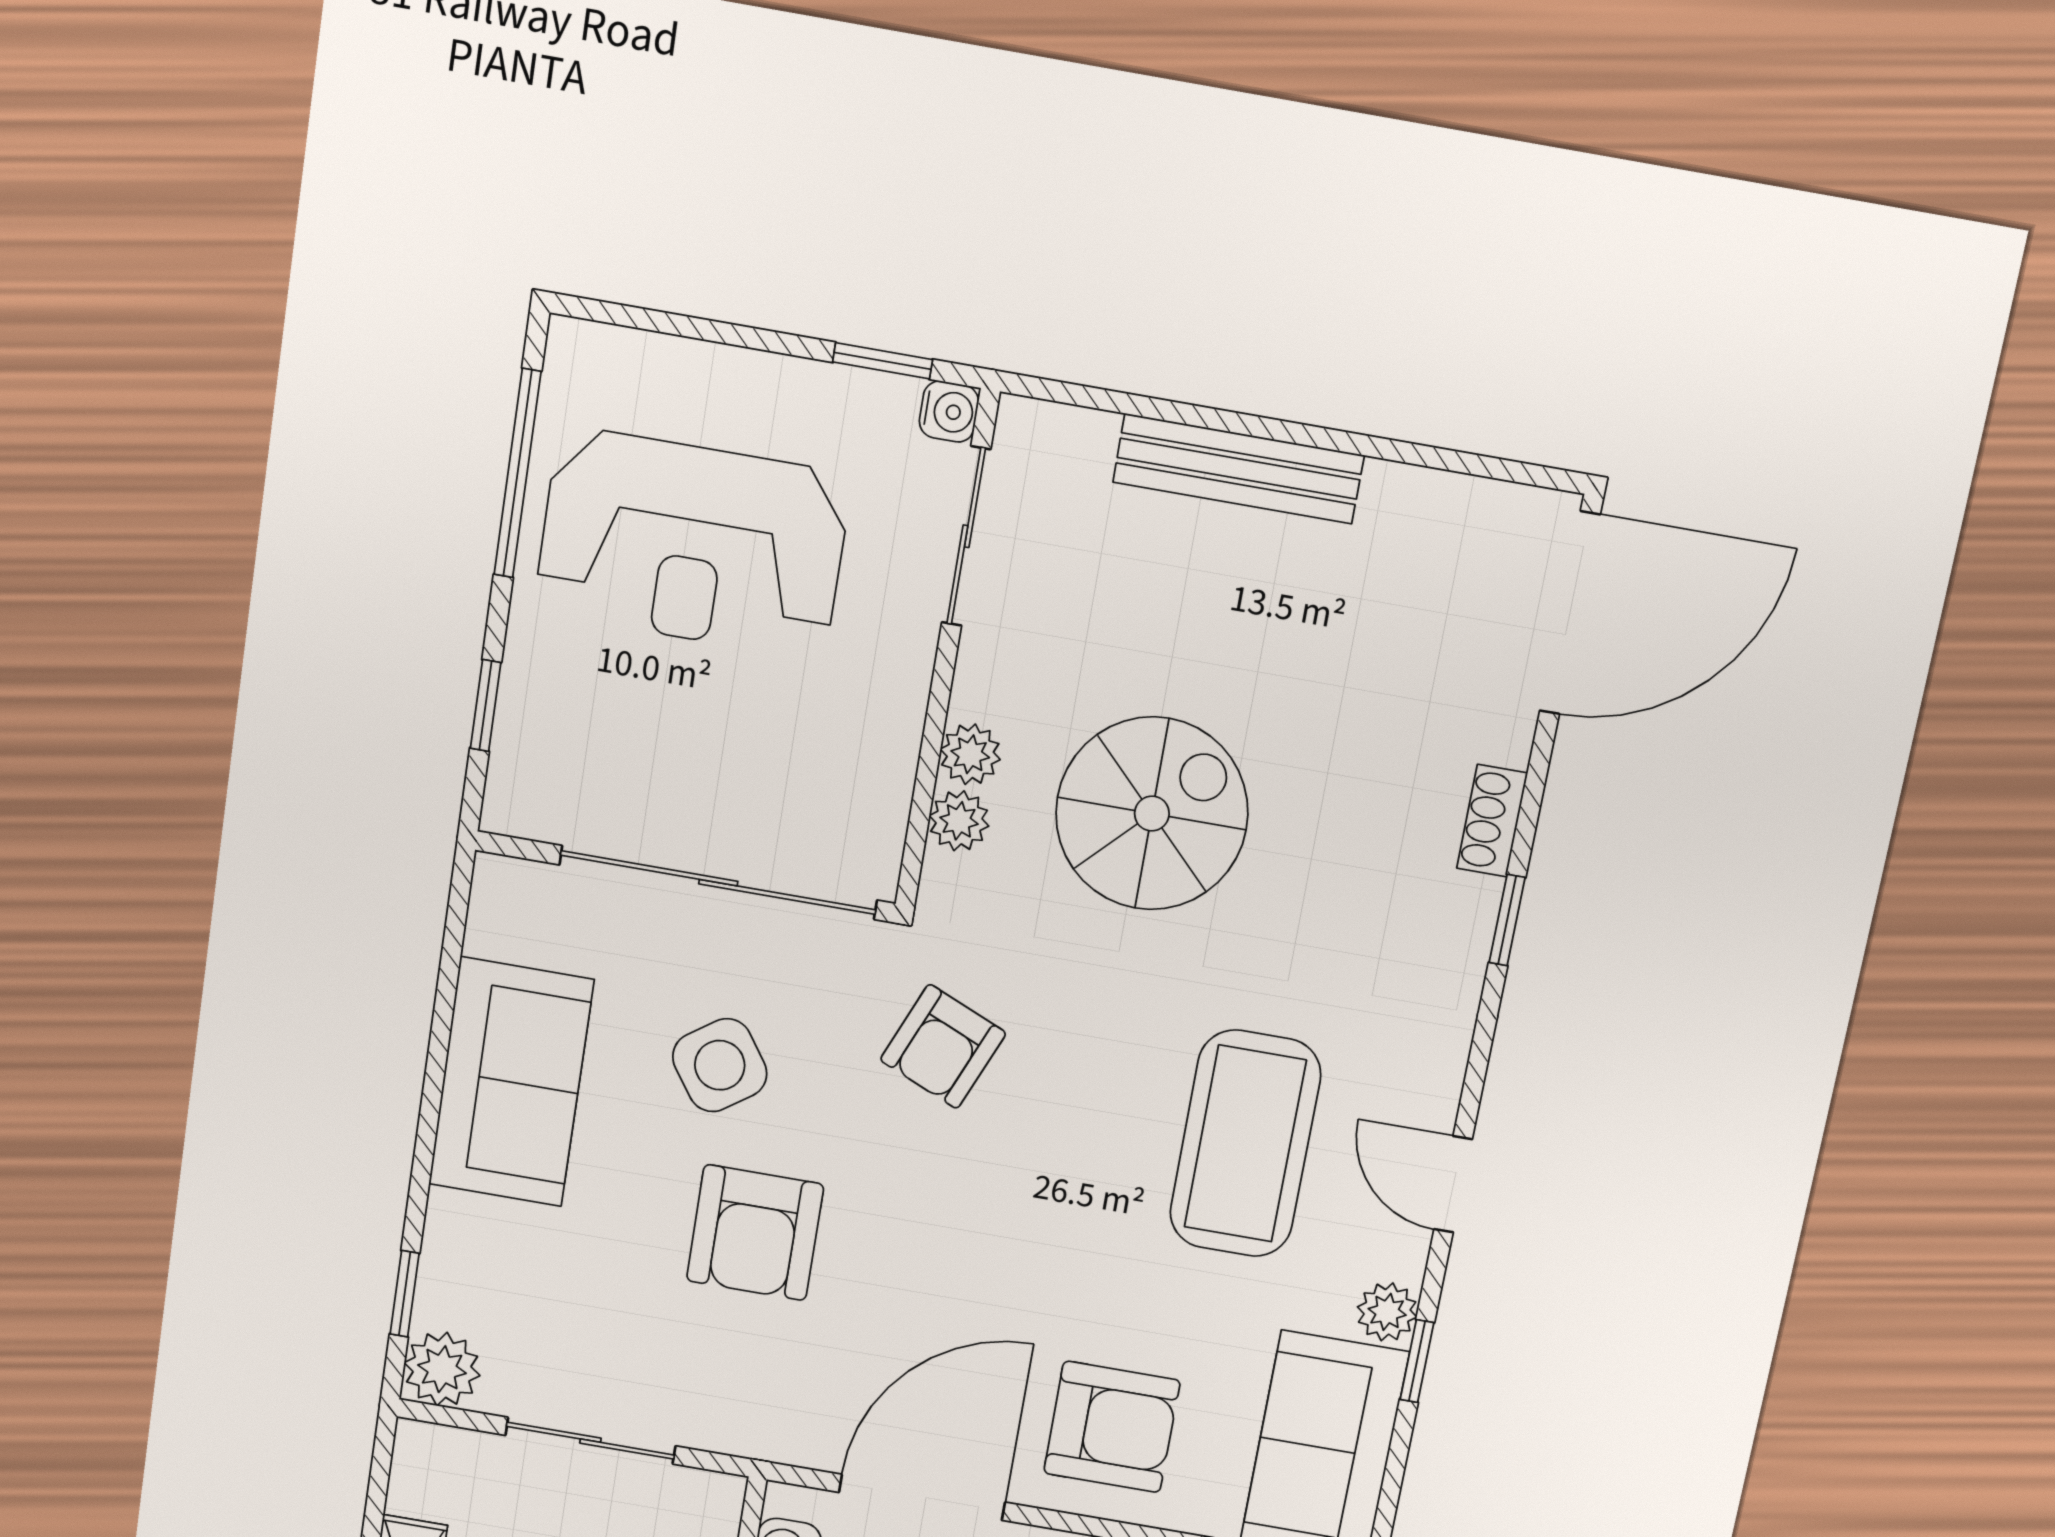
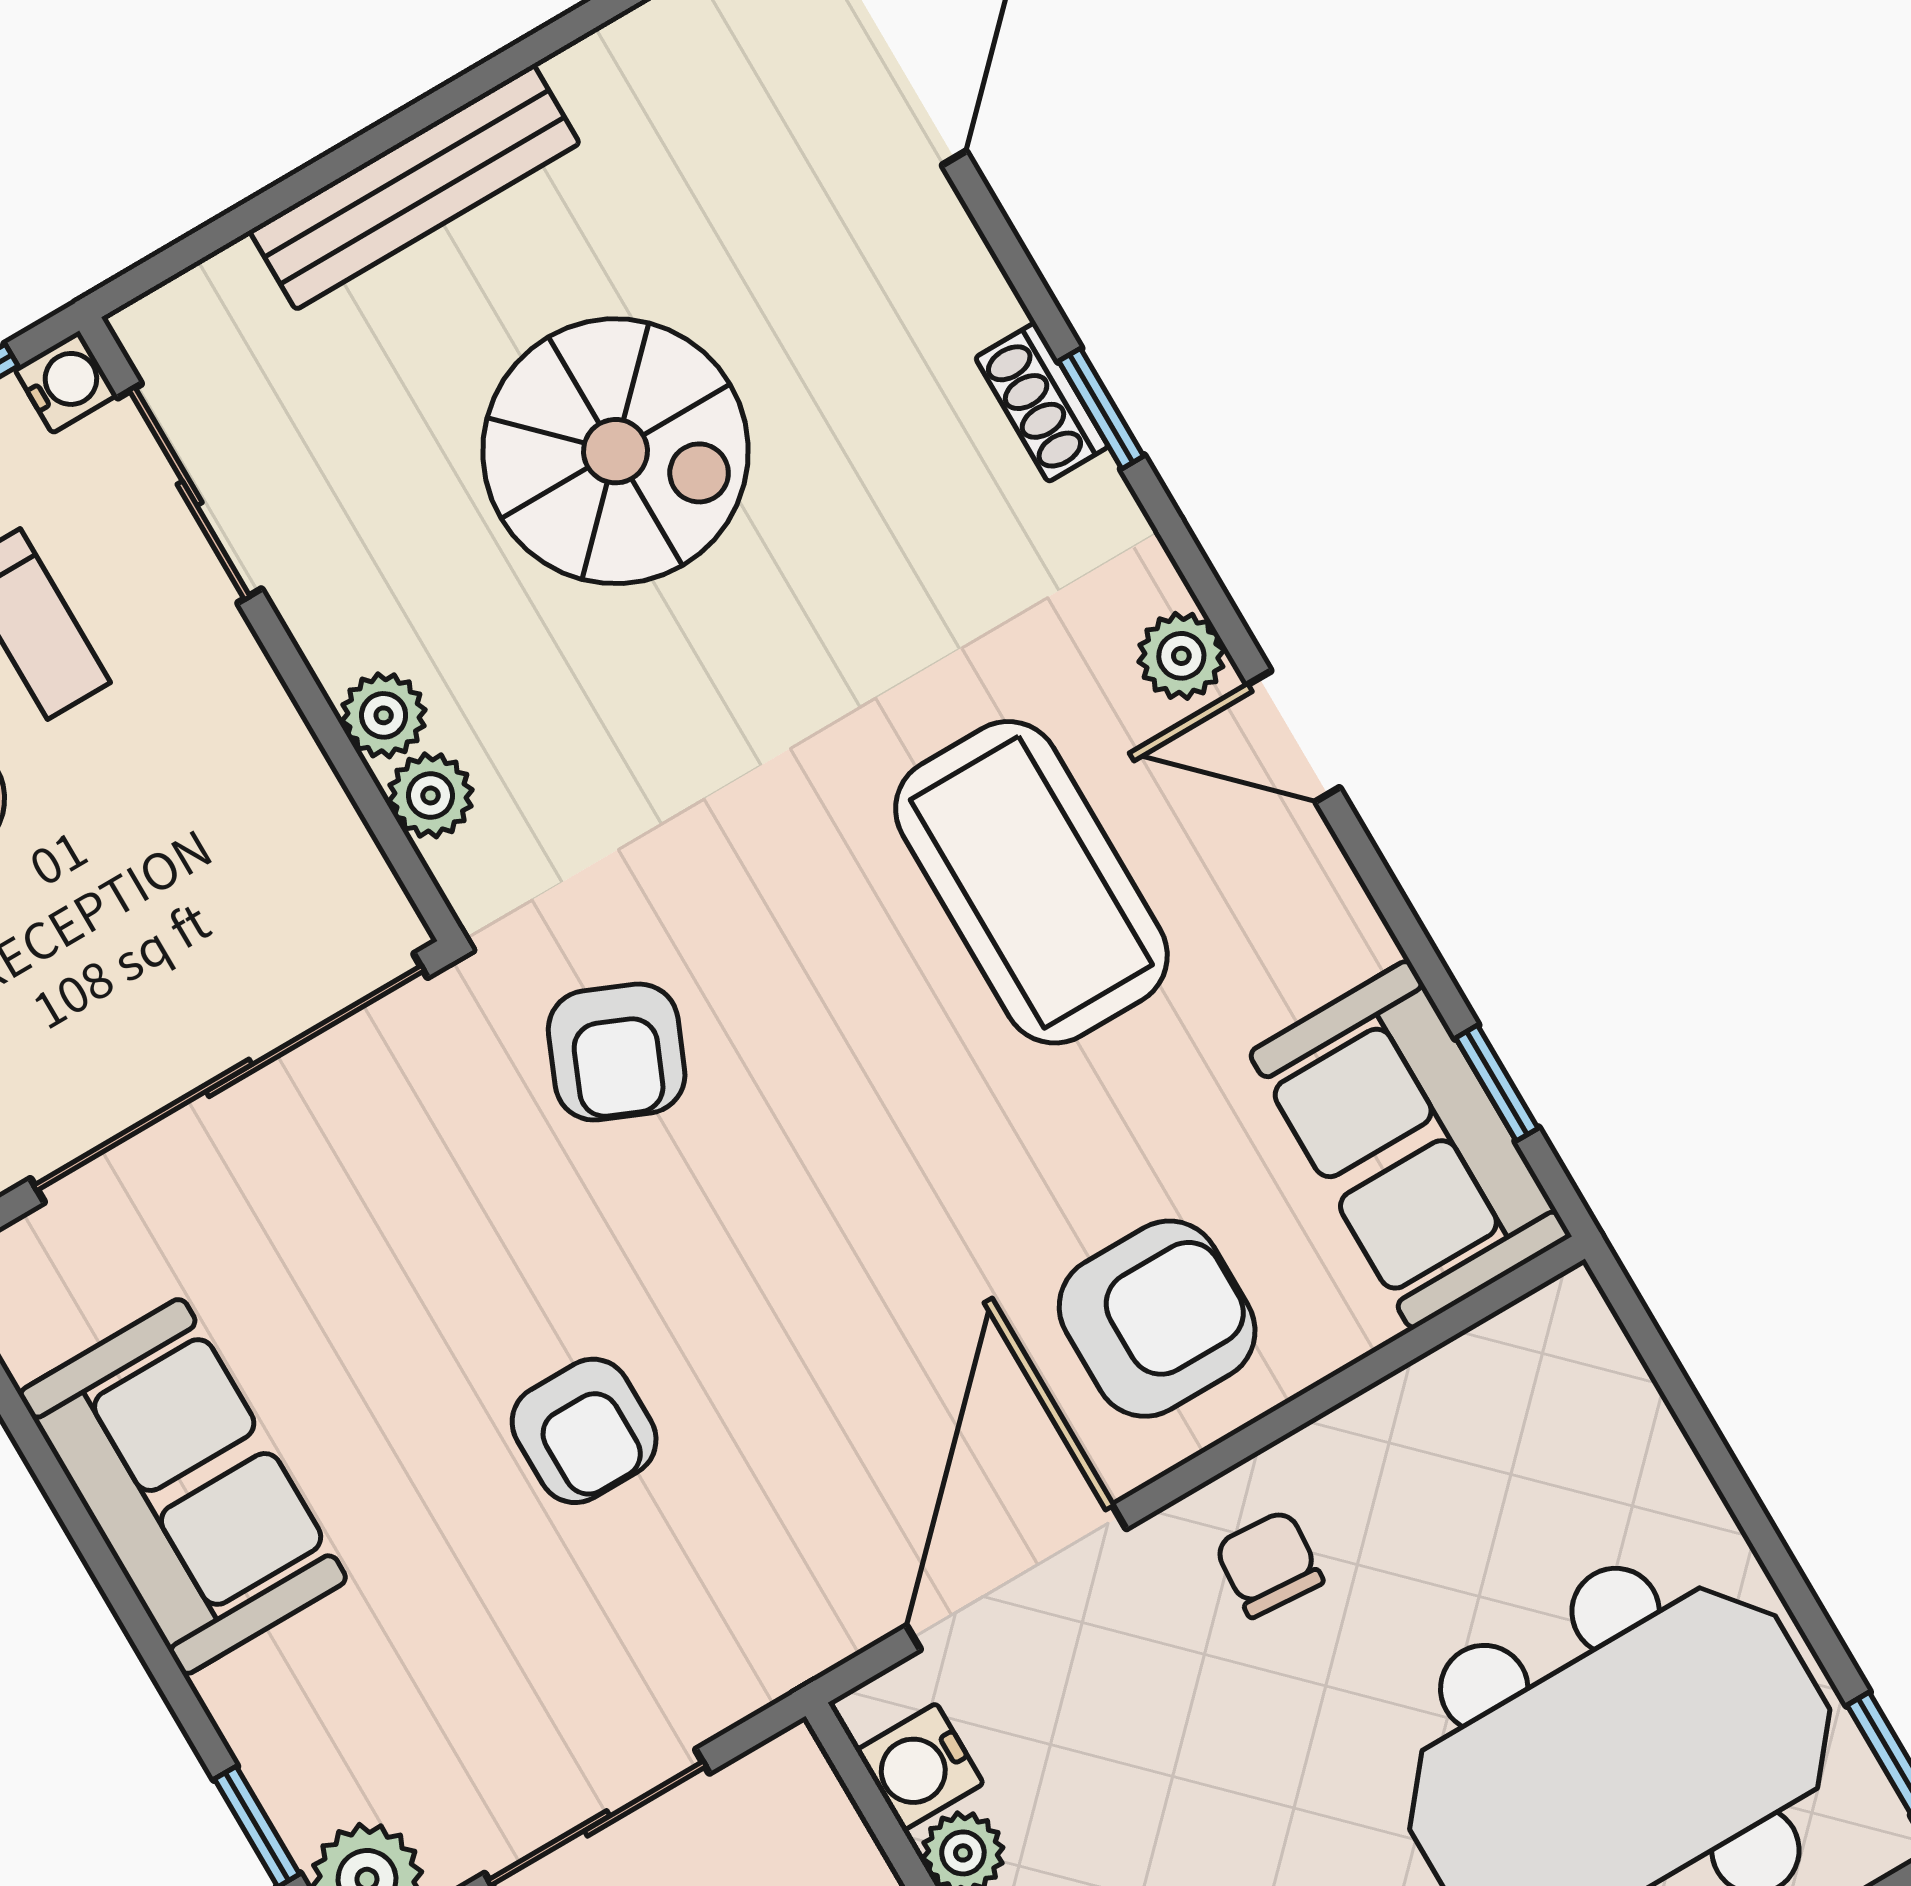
spiral stairs: (1152, 814) -> (615, 451), moved, turned 90
shoe rack: (1492, 821) -> (1042, 402), moved
side table: (720, 1065) -> (393, 1276), removed
armchair: (755, 1233) -> (584, 1431), width x0.72, depth x0.72
plant: (1387, 1312) -> (1181, 656), moved
window: (1417, 1361) -> (1497, 1083), moved

